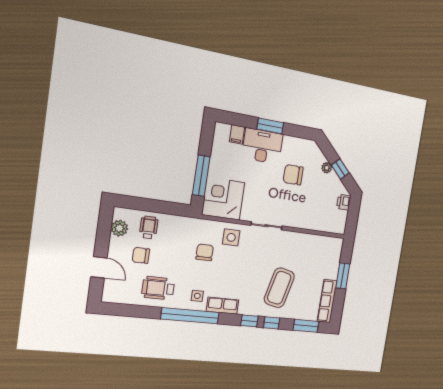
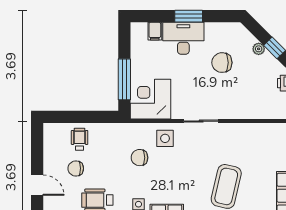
plant: (119, 228) -> (51, 144), removed
chair: (205, 252) -> (140, 158), turned -90

